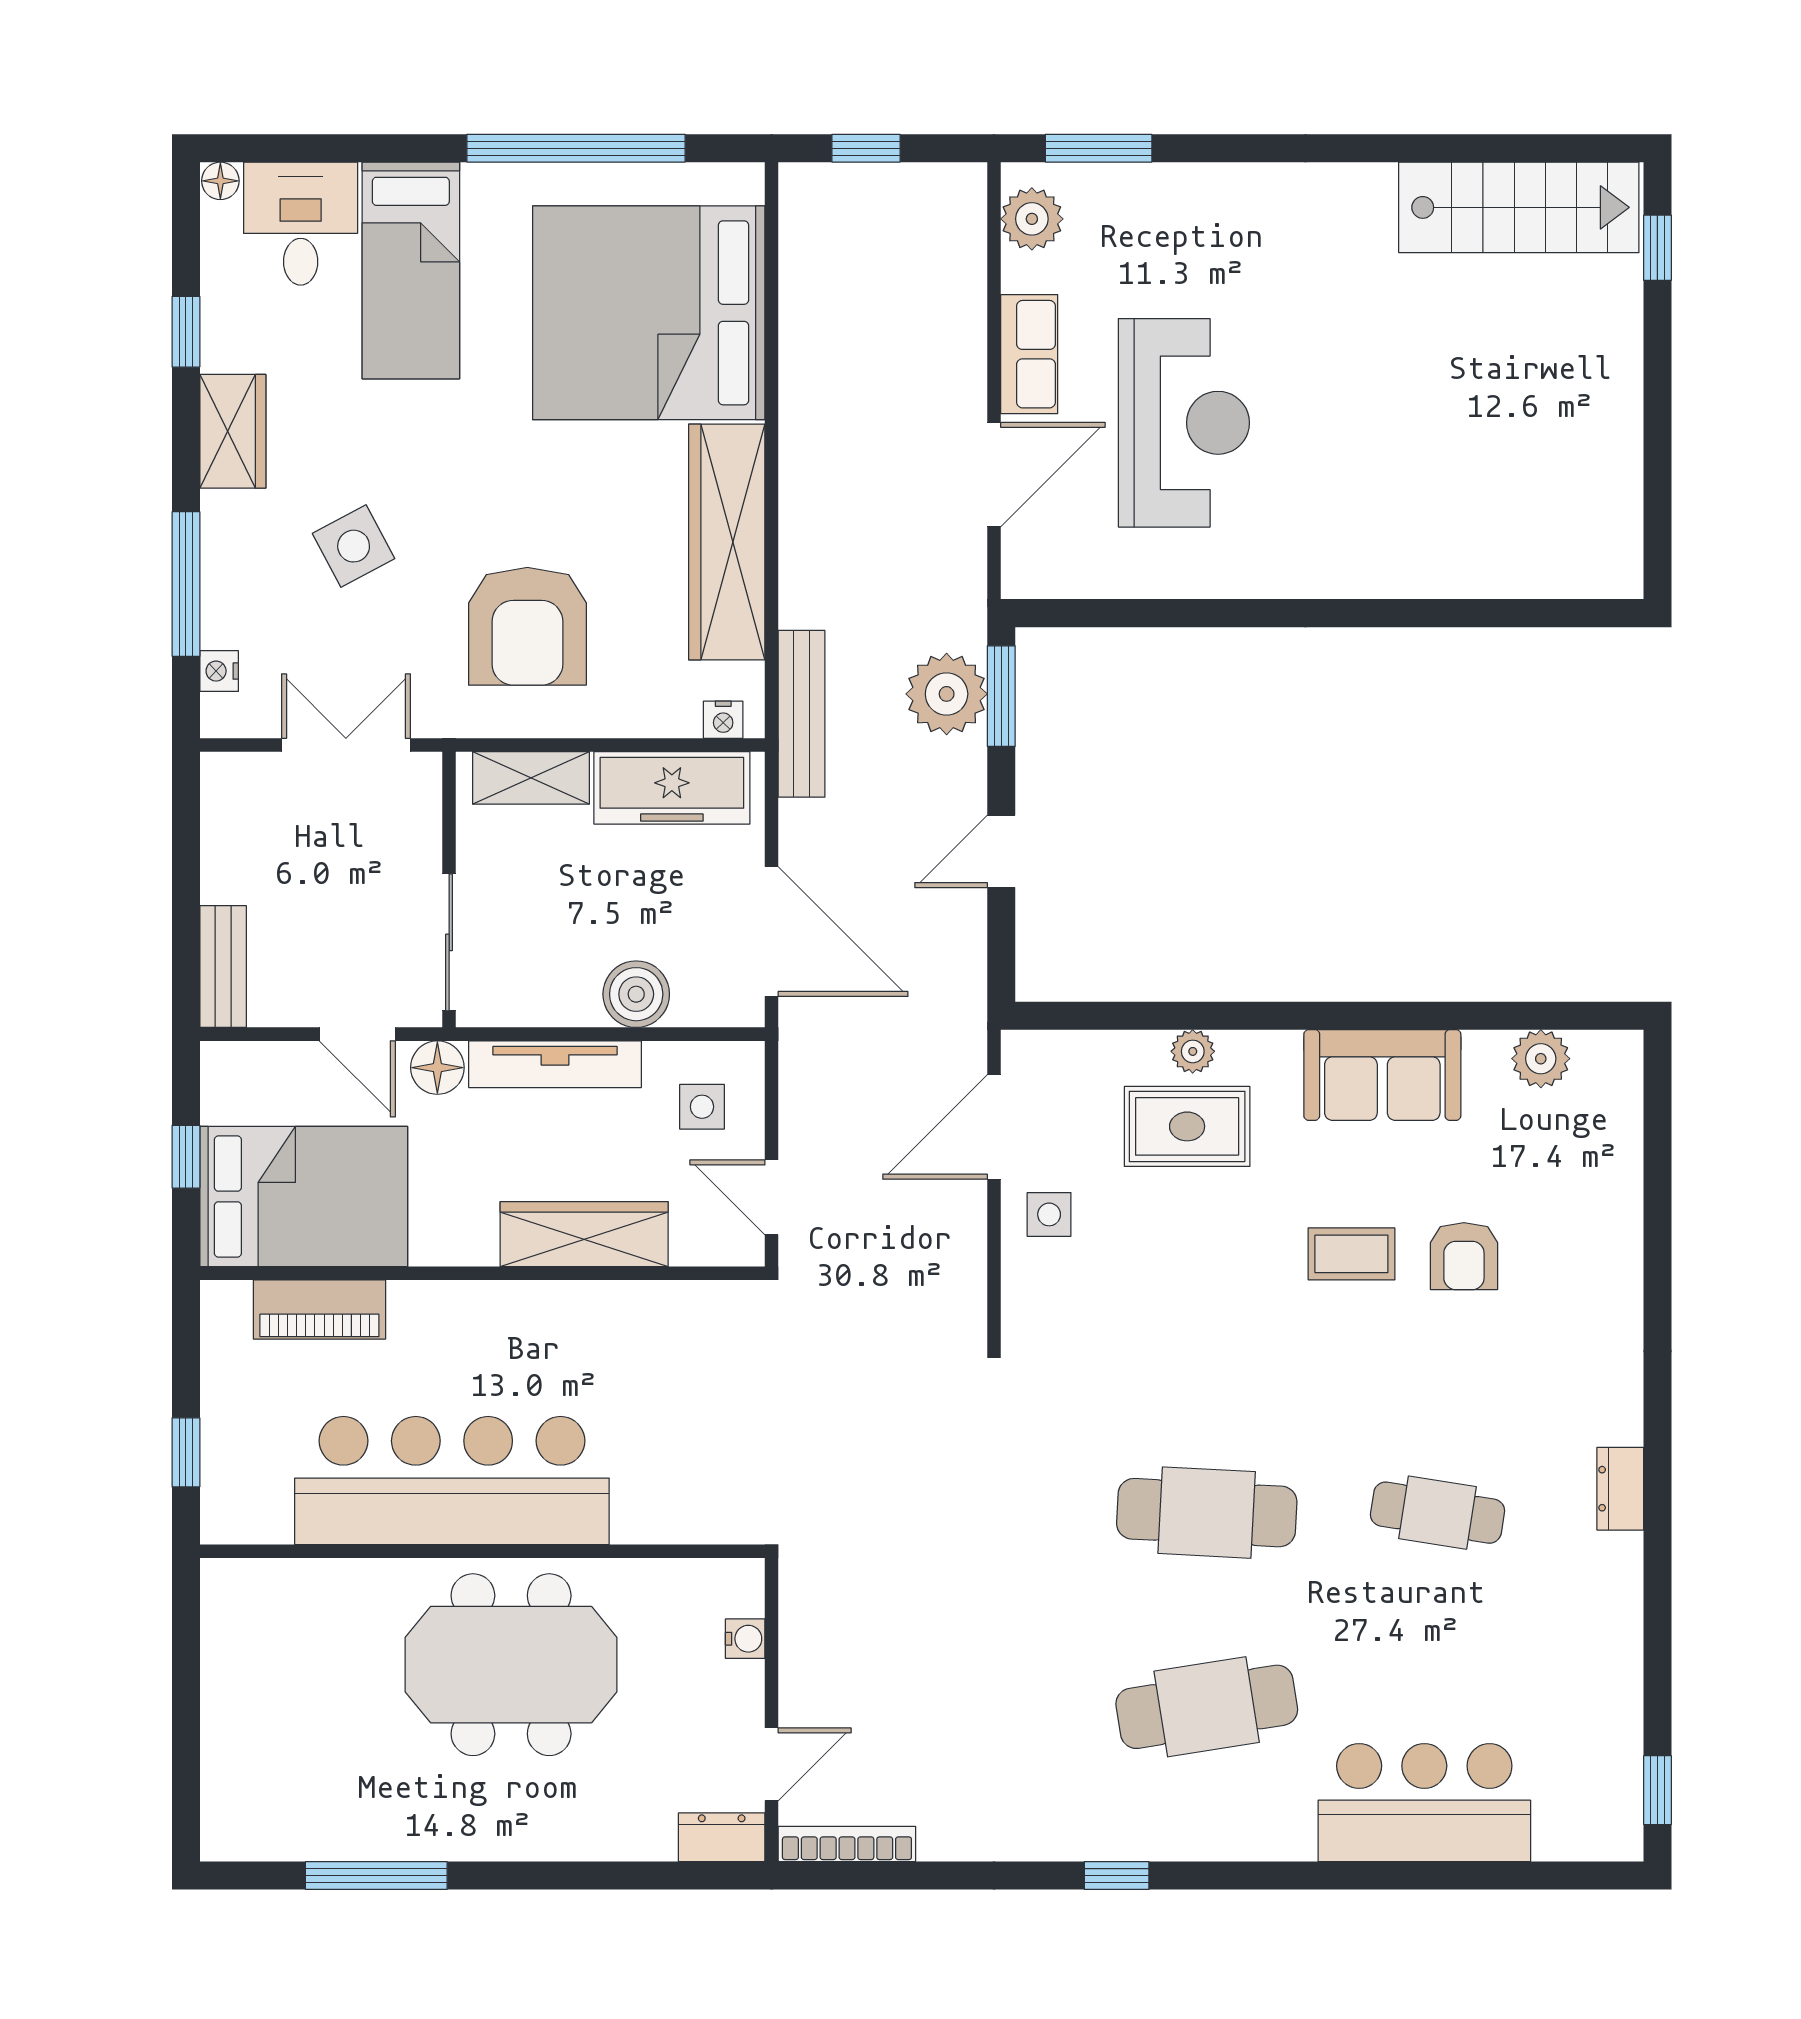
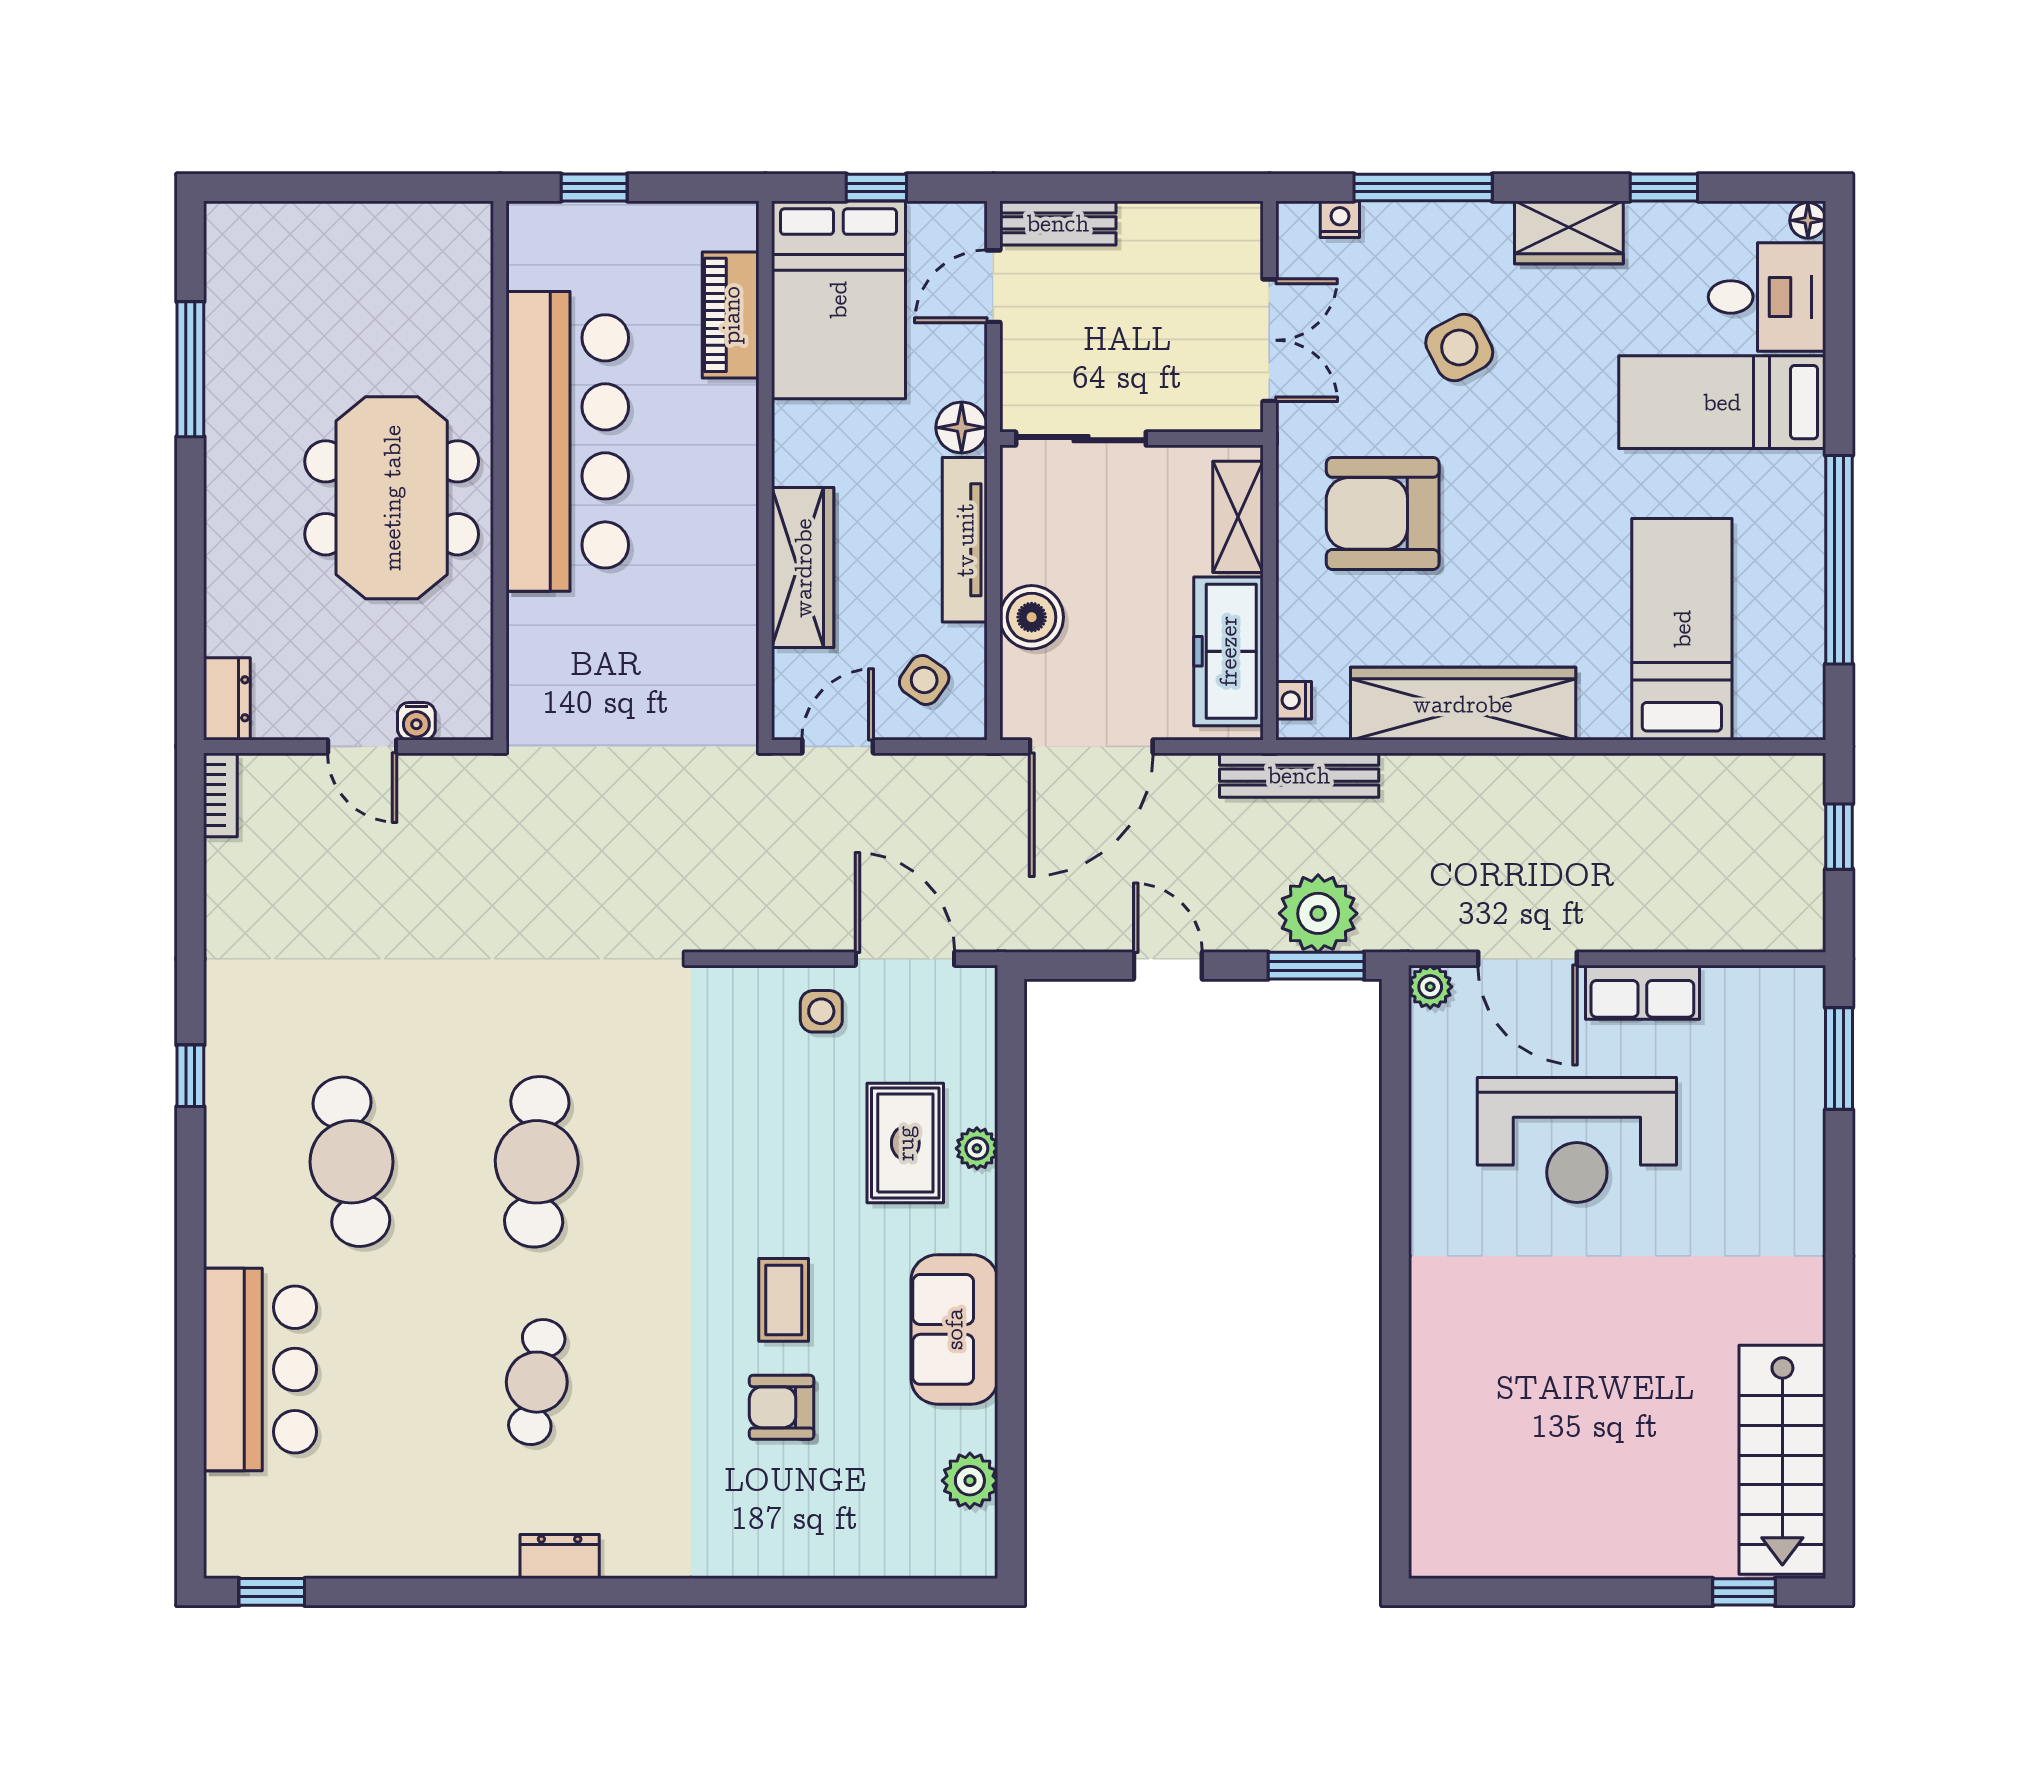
plant: (1032, 219) -> (1430, 987), moved, width x0.73, depth x0.73
bed: (649, 313) -> (1682, 629), width x0.49
door: (357, 1034) -> (993, 286), moved
side table: (702, 1107) -> (924, 680), turned 35
door: (772, 1764) -> (362, 746), moved
bookcase: (847, 1844) -> (220, 795), width x0.64

